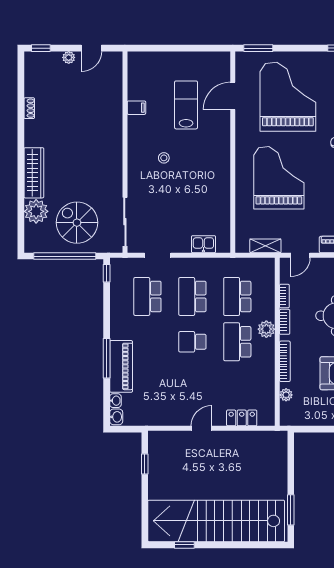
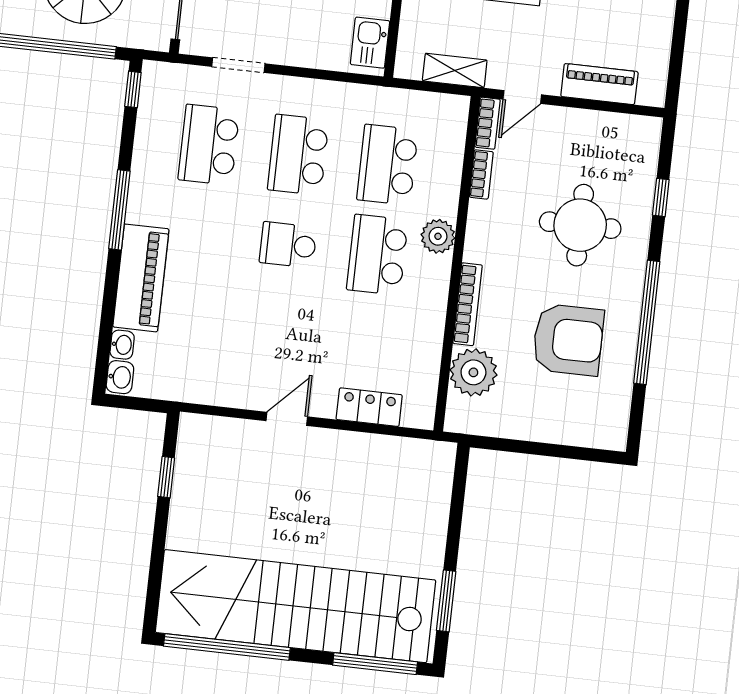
kitchen sink: (203, 244) -> (370, 43), moved, turned -90
bookcase: (285, 322) -> (488, 123), moved
window: (107, 358) -> (119, 210), moved
plant: (286, 395) -> (473, 372), width x1.87, depth x1.87
window: (184, 545) -> (227, 647), width x3.17
window: (259, 545) -> (375, 664), added

